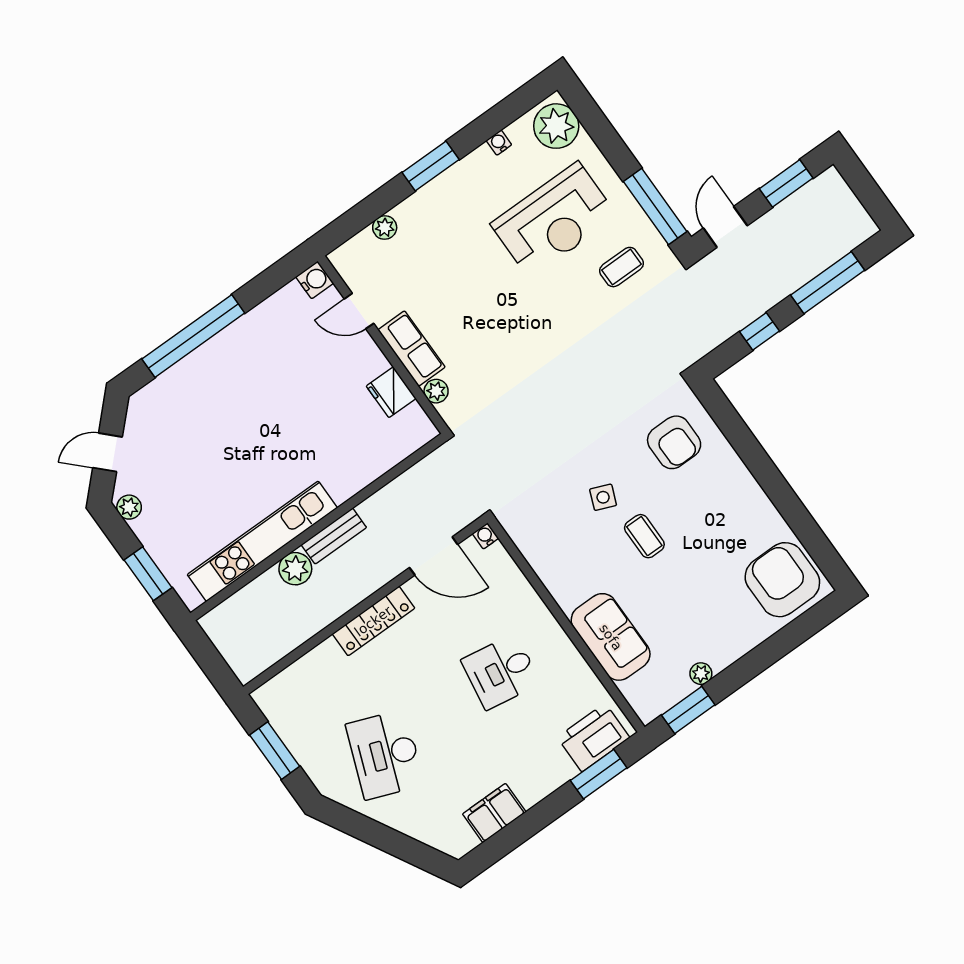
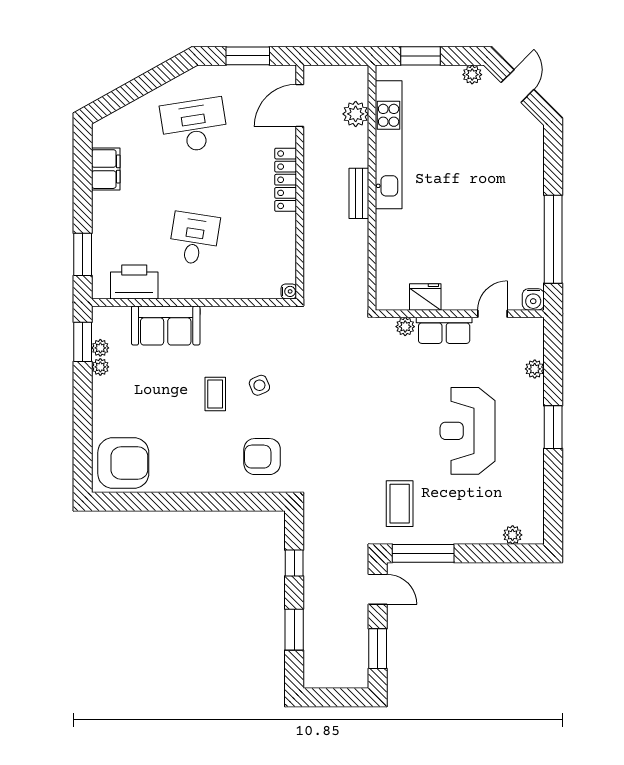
plant: (556, 126) -> (513, 535), width x0.53, depth x0.53
water cooler: (499, 143) -> (537, 482), removed
reception desk: (554, 220) -> (468, 431), moved
coffee table: (621, 267) -> (400, 504), width x1.36, depth x1.30
window: (828, 283) -> (294, 630), width x0.69
window: (193, 336) -> (553, 239), moved
side table: (603, 497) -> (259, 385), turned 45
coffee table: (644, 536) -> (215, 394), turned 90
door: (434, 556) -> (300, 105), moved
plant: (295, 569) -> (356, 114), moved
plant: (681, 688) -> (100, 348), added
printer: (594, 737) -> (134, 282), moved, turned -90
desk: (385, 755) -> (194, 125), turned -30

